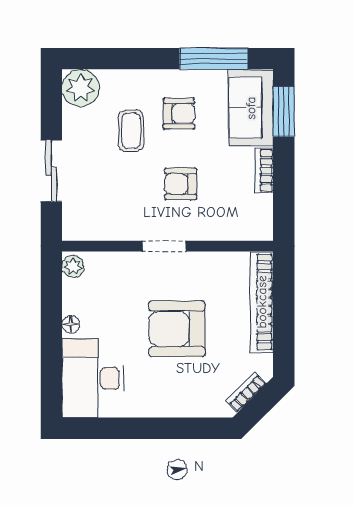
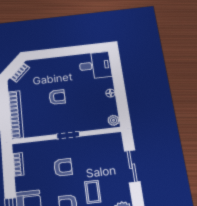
bookcase: (264, 170) -> (18, 164), moved
armchair: (177, 329) -> (57, 97), width x0.53, depth x0.53
desk: (93, 378) -> (95, 65), width x0.73

